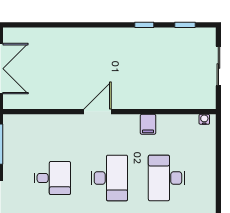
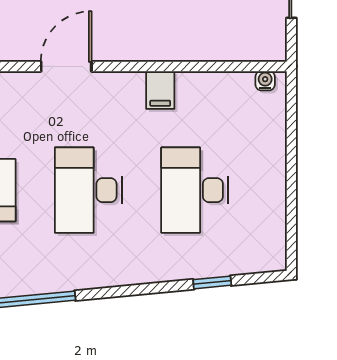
desk: (109, 178) -> (88, 190), turned 180

